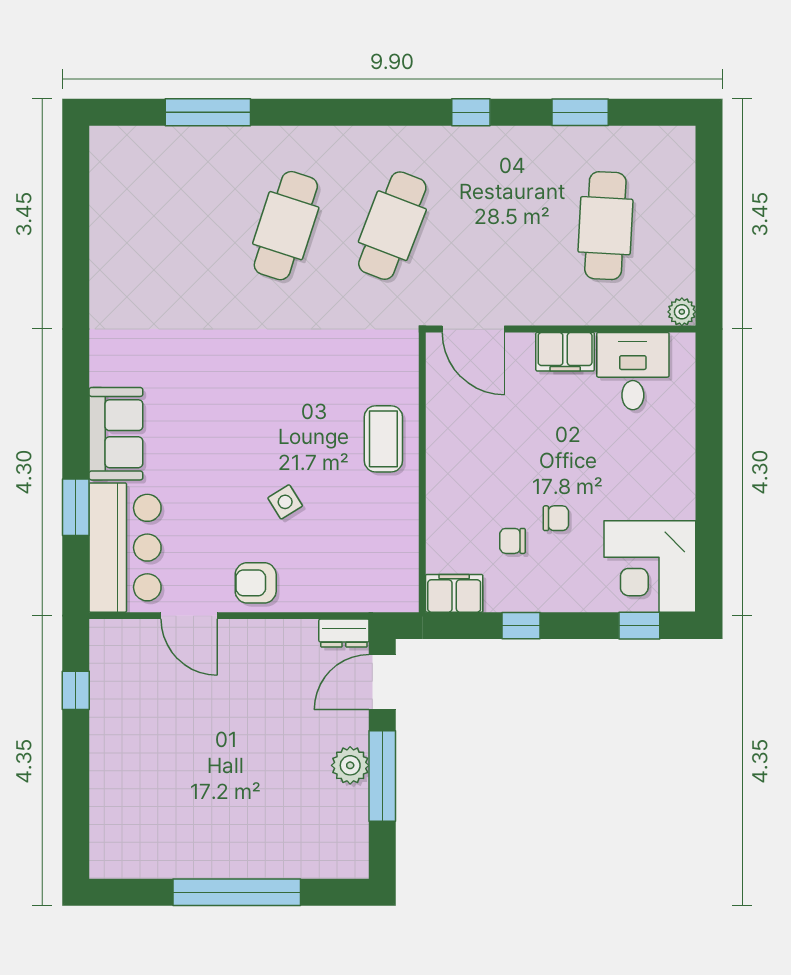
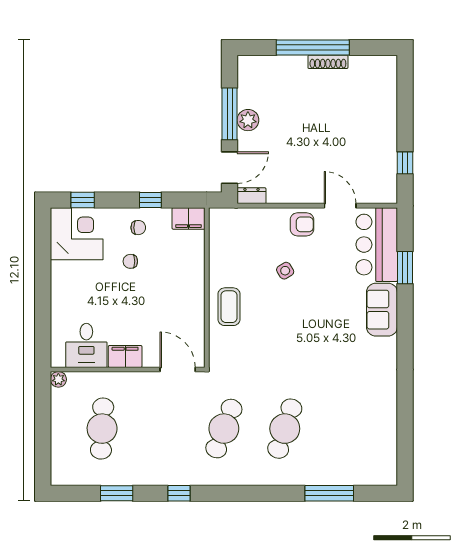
chair: (512, 541) -> (138, 228), moved
shoe rack: (210, 867) -> (328, 62), added

